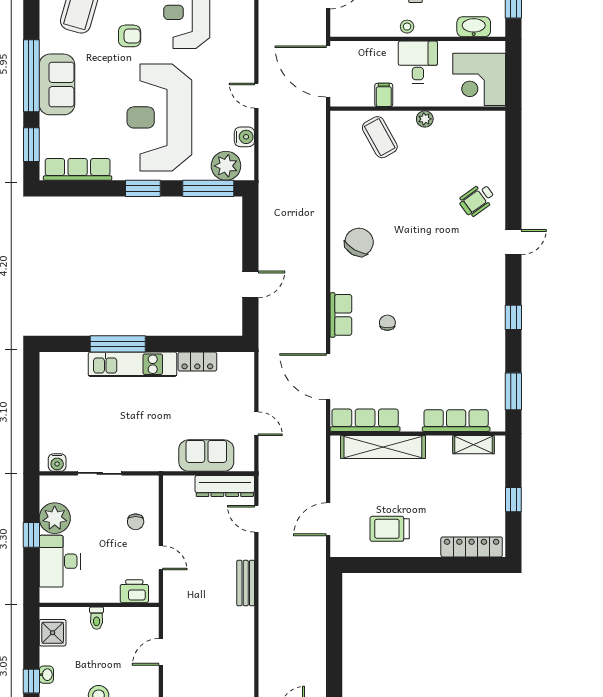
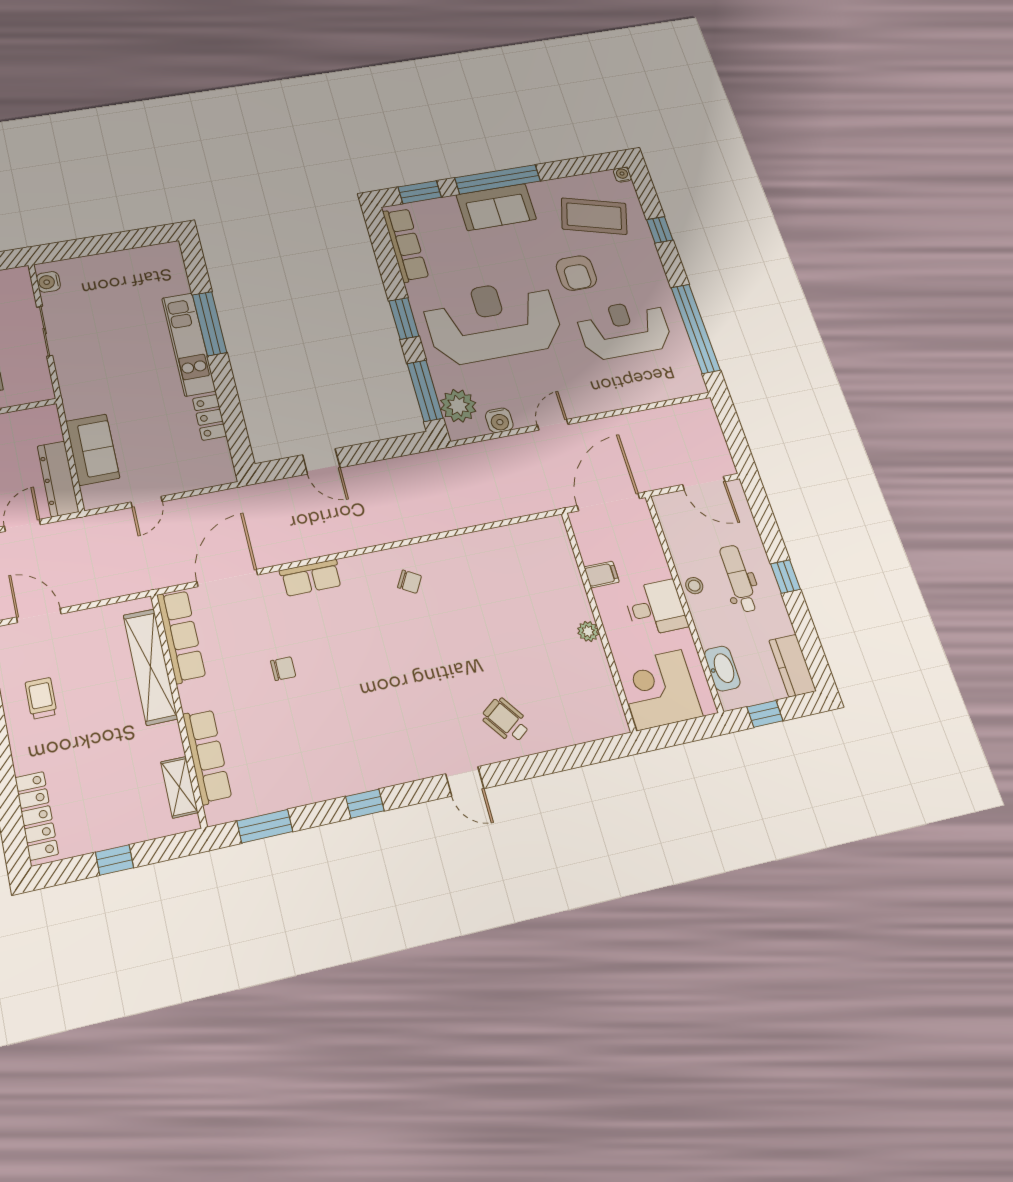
armchair: (130, 36) -> (576, 273), width x1.38, depth x1.38
coffee table: (380, 137) -> (548, 580), removed
chair: (359, 242) -> (409, 582), width x0.54, depth x0.54
chair: (387, 323) -> (283, 669), moved
trolley: (390, 529) -> (41, 698), width x0.73, depth x0.72

